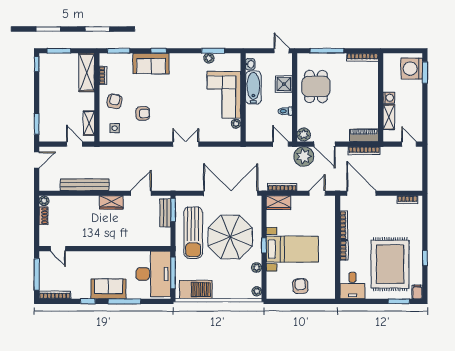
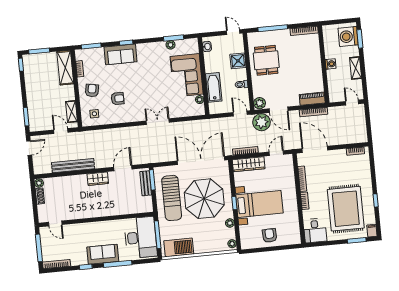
bathtub: (253, 88) -> (214, 87), moved
shelving: (389, 117) -> (356, 68), moved
wardrobe: (278, 203) -> (249, 164), width x1.50

